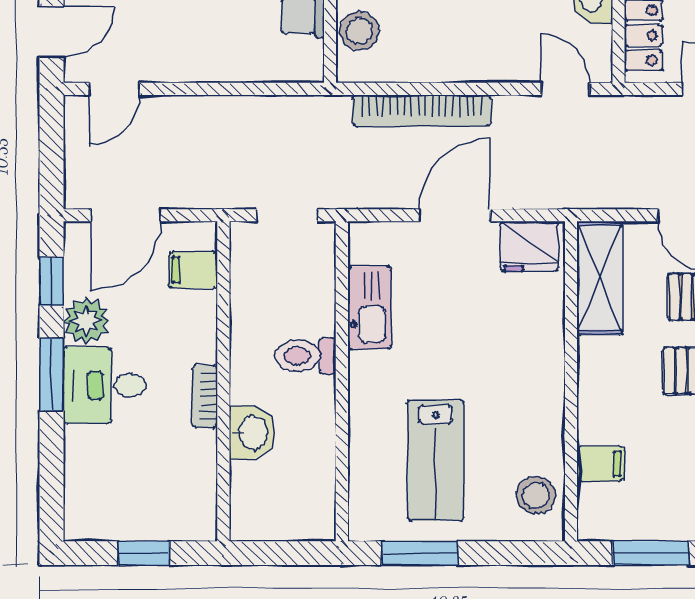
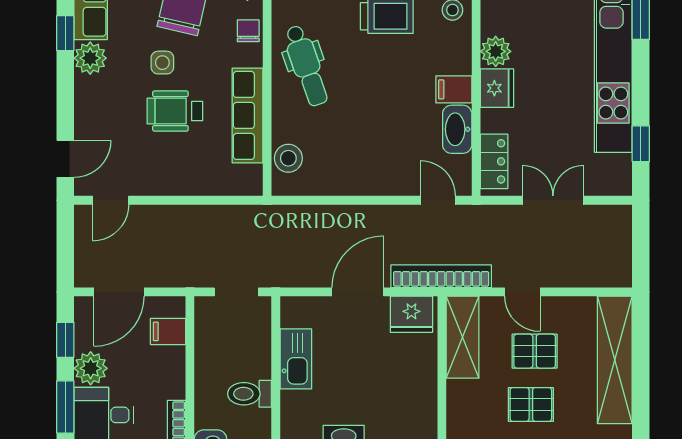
bookcase: (422, 111) -> (441, 276), moved, turned 180

